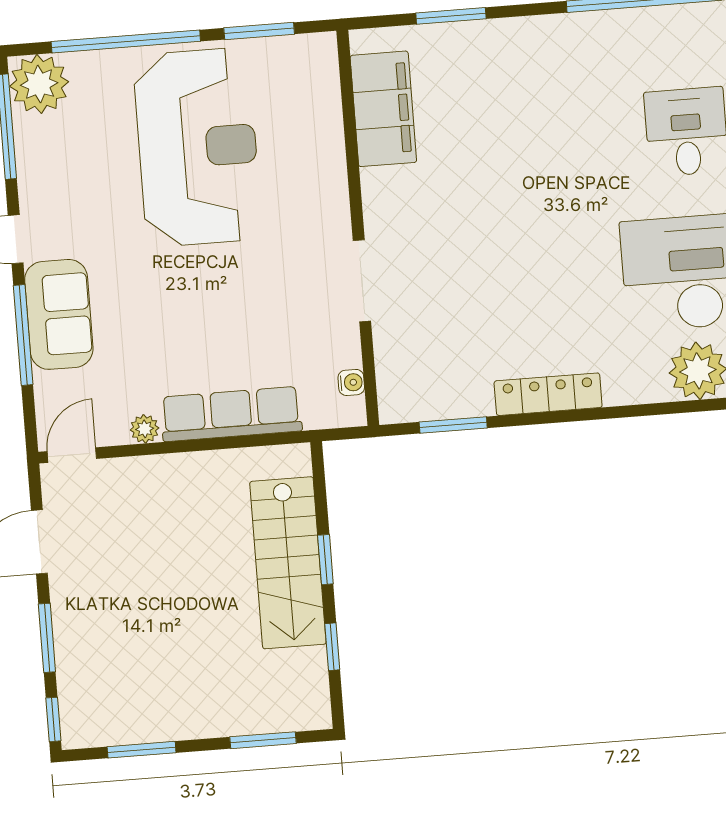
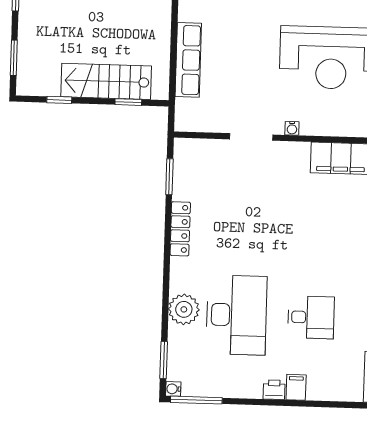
water cooler: (351, 382) -> (292, 128), moved
plant: (145, 429) -> (185, 13), removed
window: (325, 560) -> (128, 102), moved

